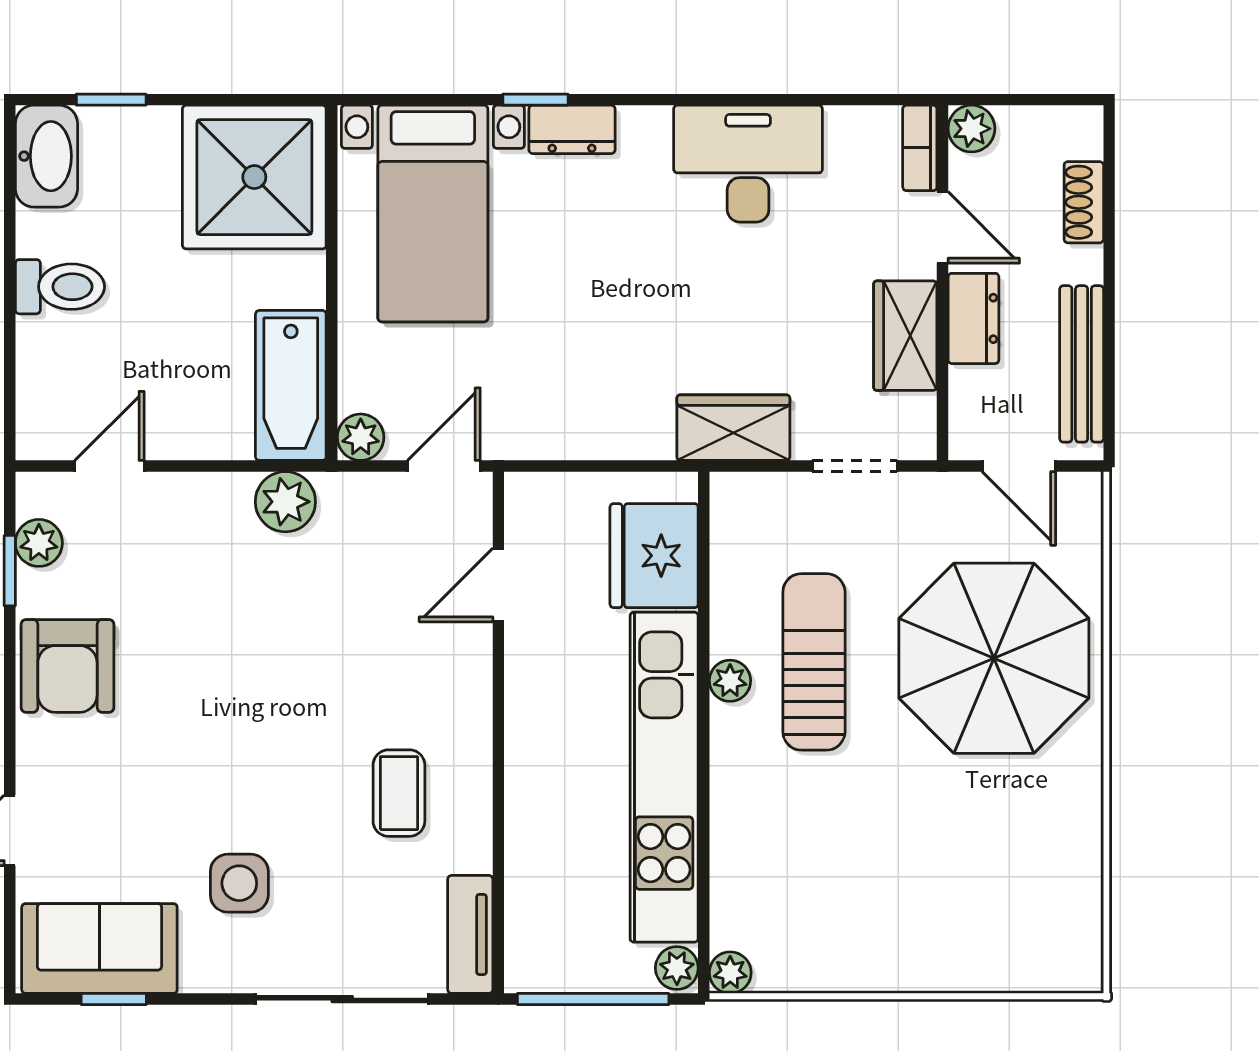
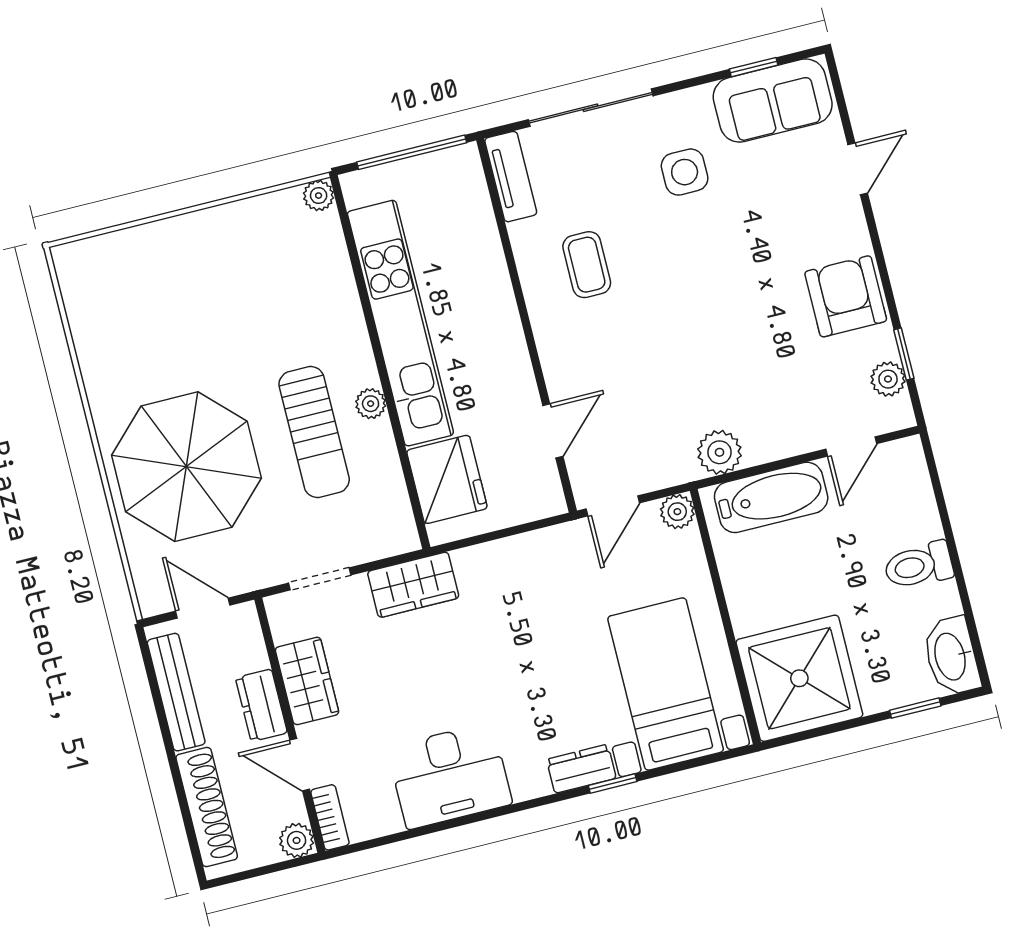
shoe rack: (1084, 202) -> (207, 807), width x1.94, depth x1.24
bathtub: (291, 385) -> (771, 497), moved, turned 90
plant: (677, 968) -> (357, 189), removed

